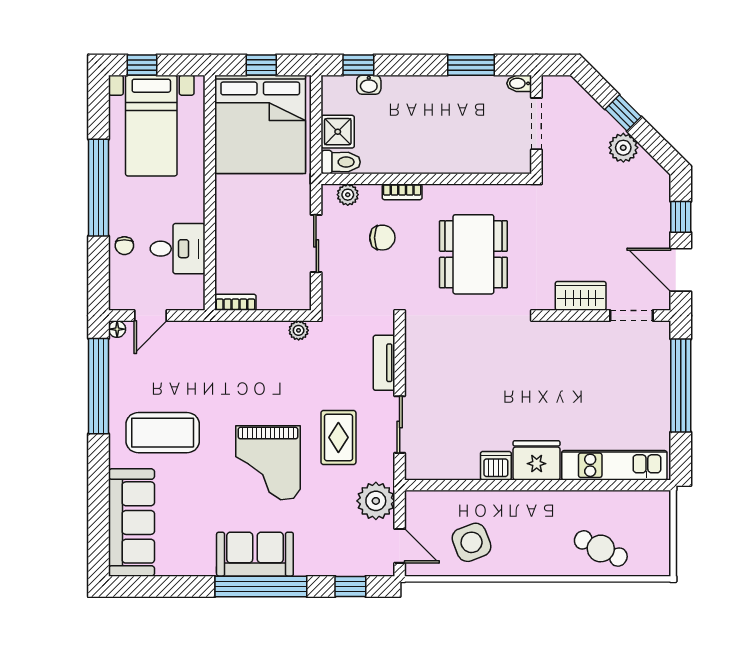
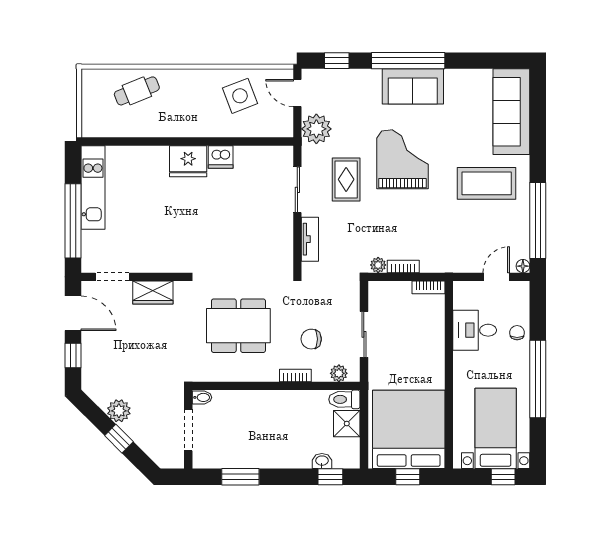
bidet: (519, 83) -> (202, 397), moved
dining table: (473, 254) -> (238, 326), turned 90
bookcase: (267, 329) -> (403, 266), added
kitchen unit: (614, 465) -> (93, 187), moved, turned -90
cafe table: (601, 548) -> (137, 91), turned -48

